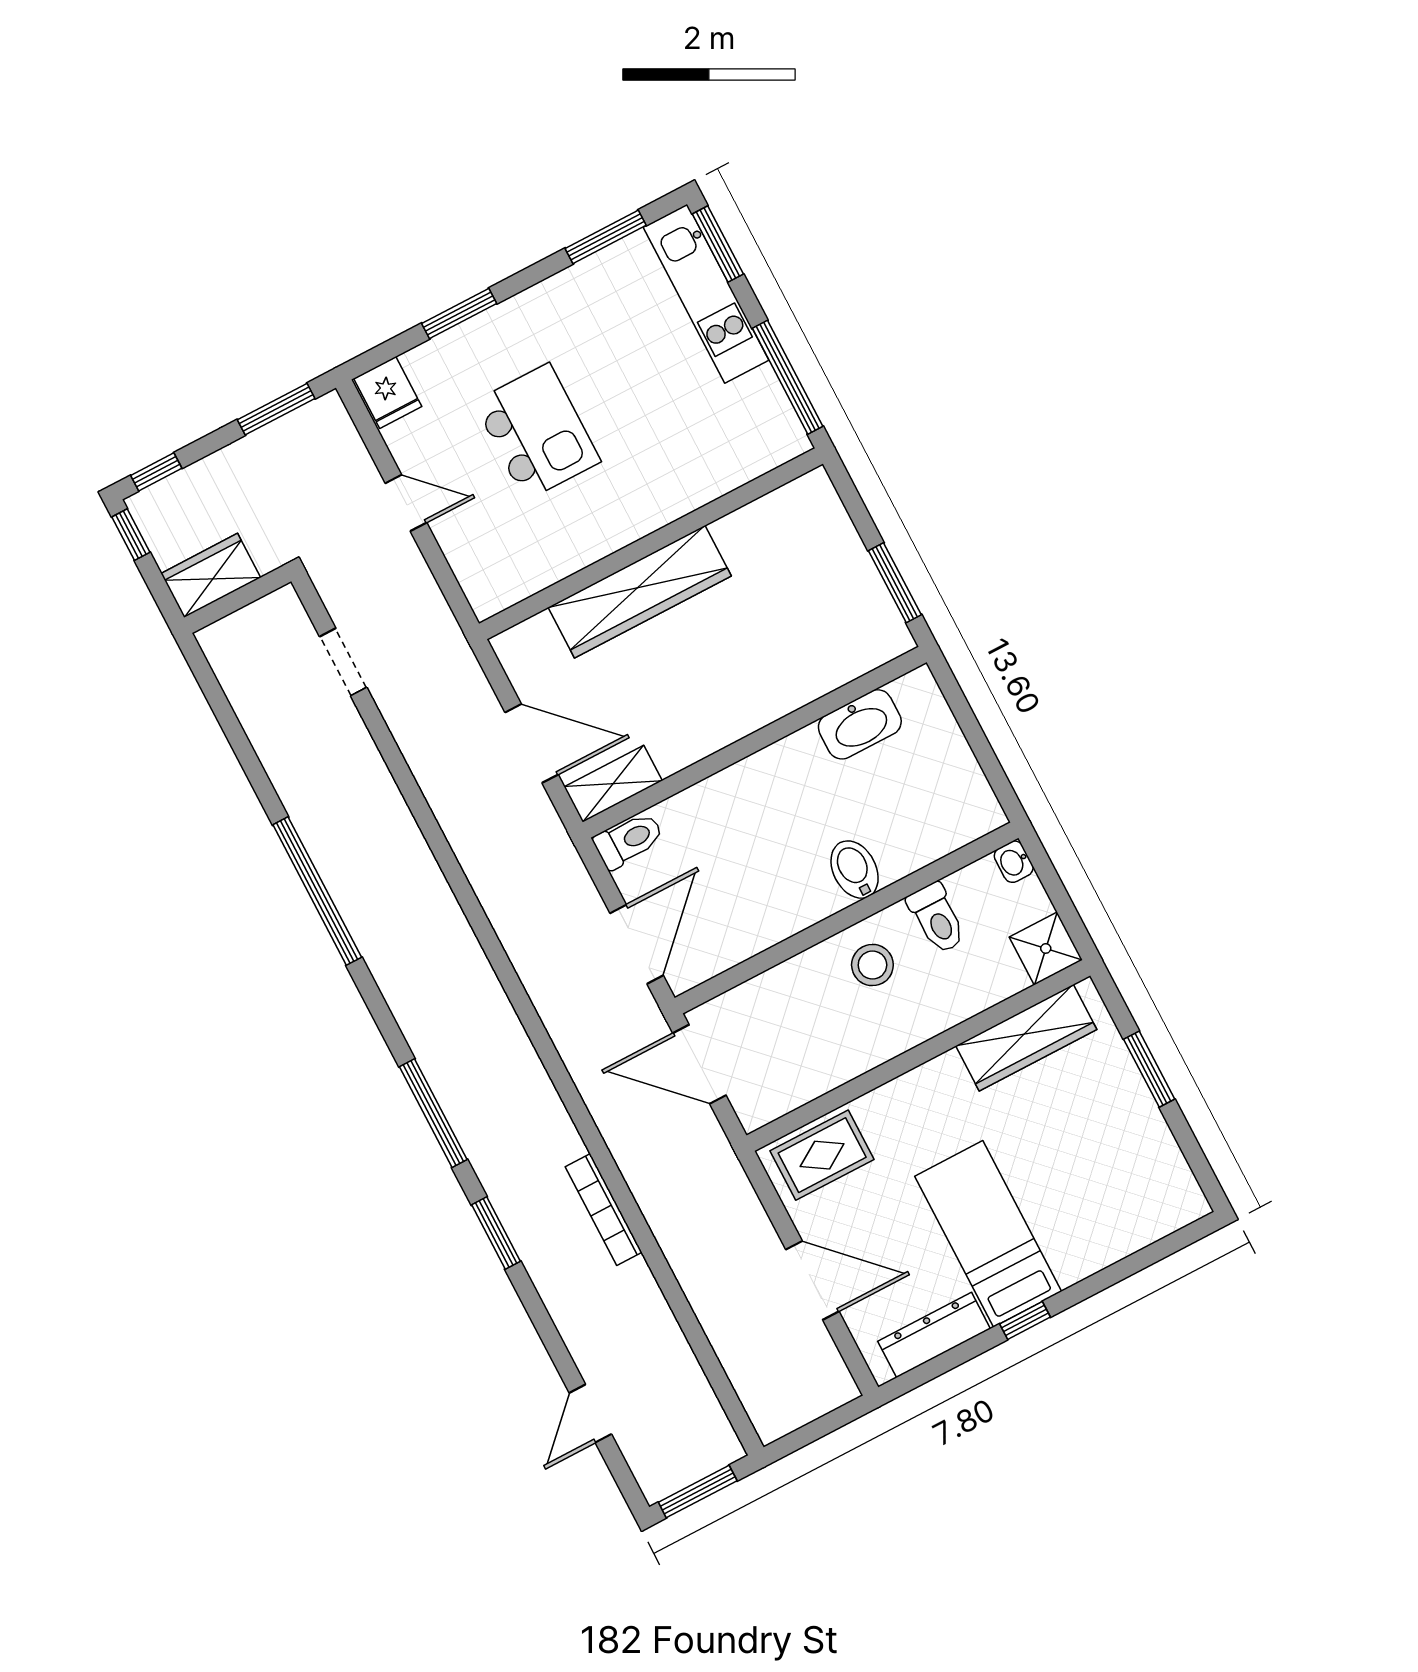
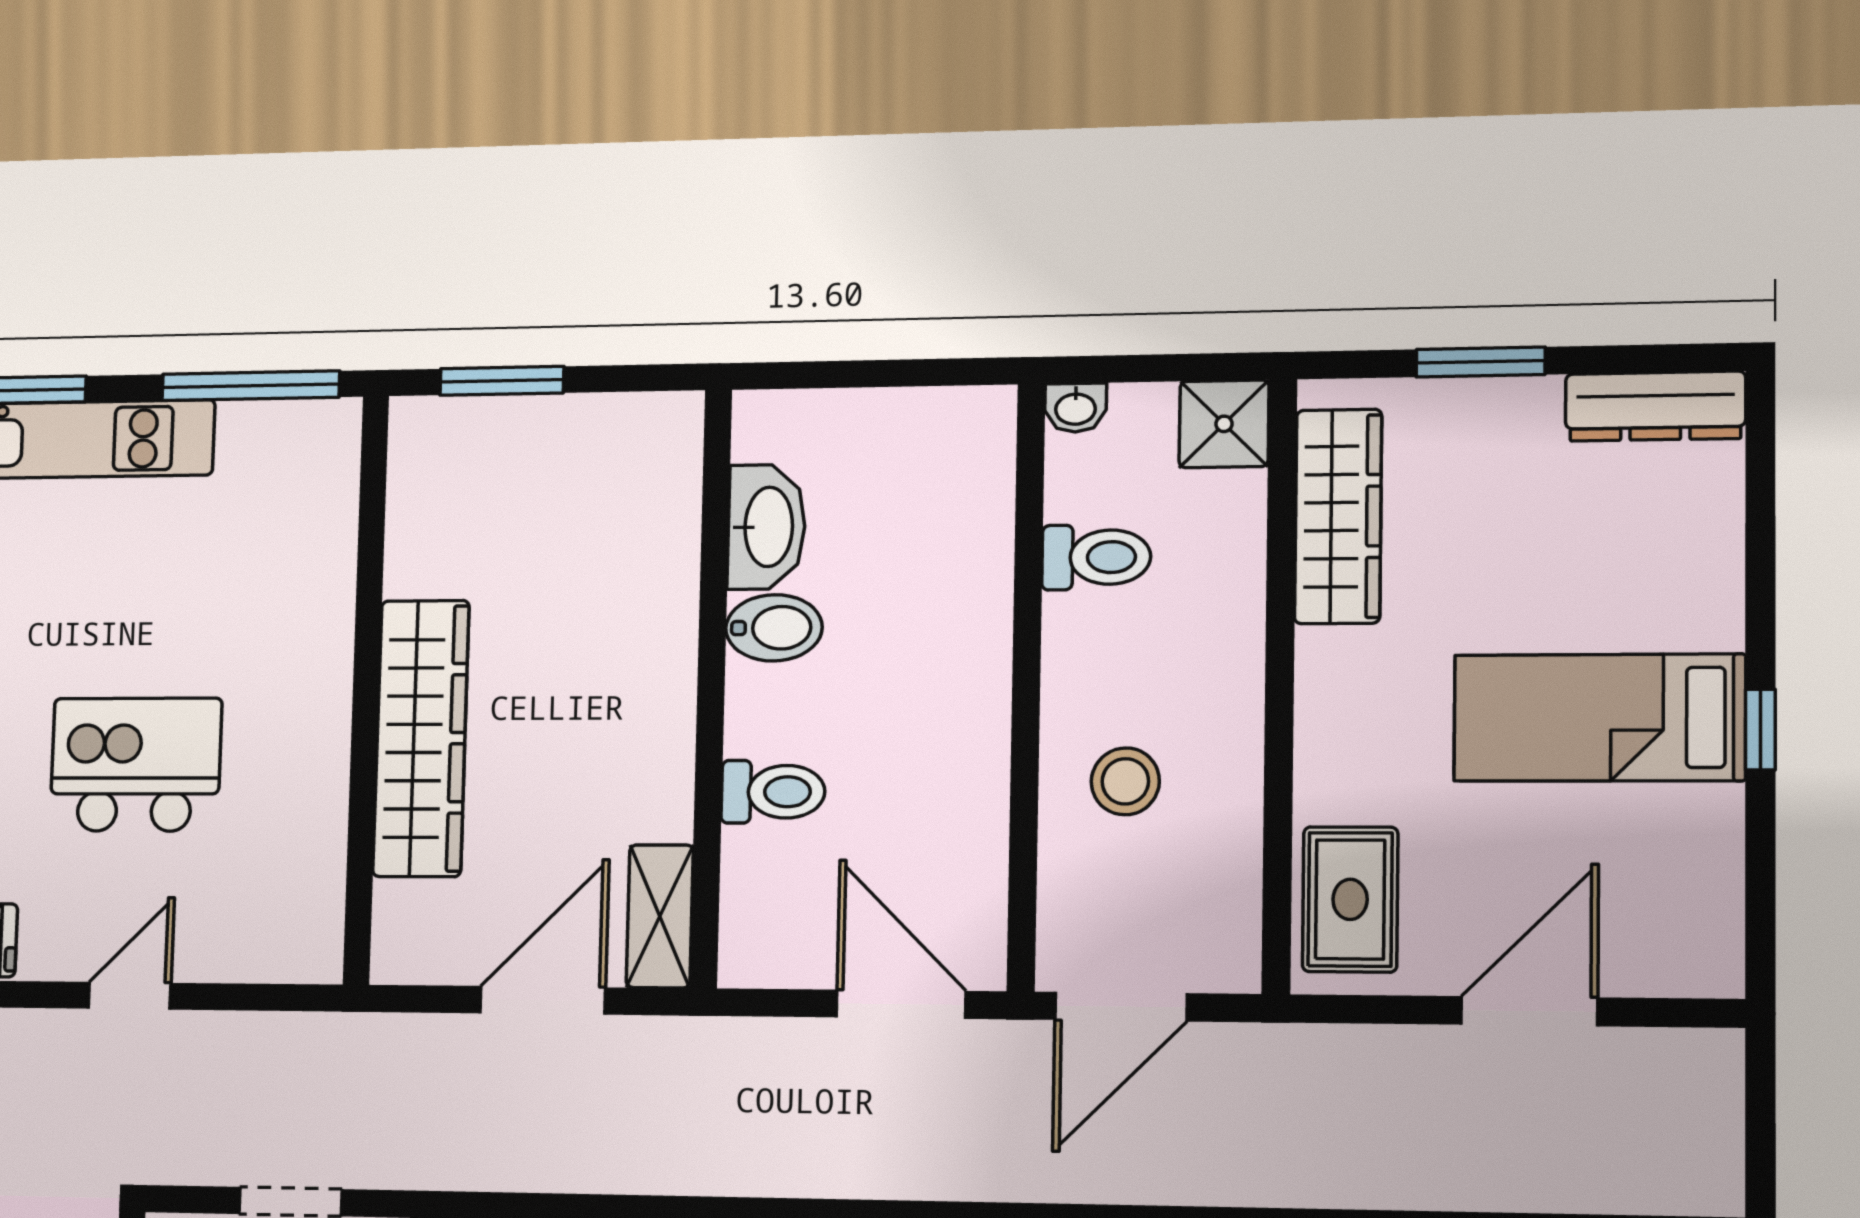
window: (895, 583) -> (502, 381), moved
toilet: (629, 840) -> (773, 792), moved, turned 90
bidet: (855, 870) -> (774, 628), moved, turned 180
stool: (872, 965) -> (1125, 781), moved
dresser: (934, 1335) -> (1655, 406), moved, turned -90

